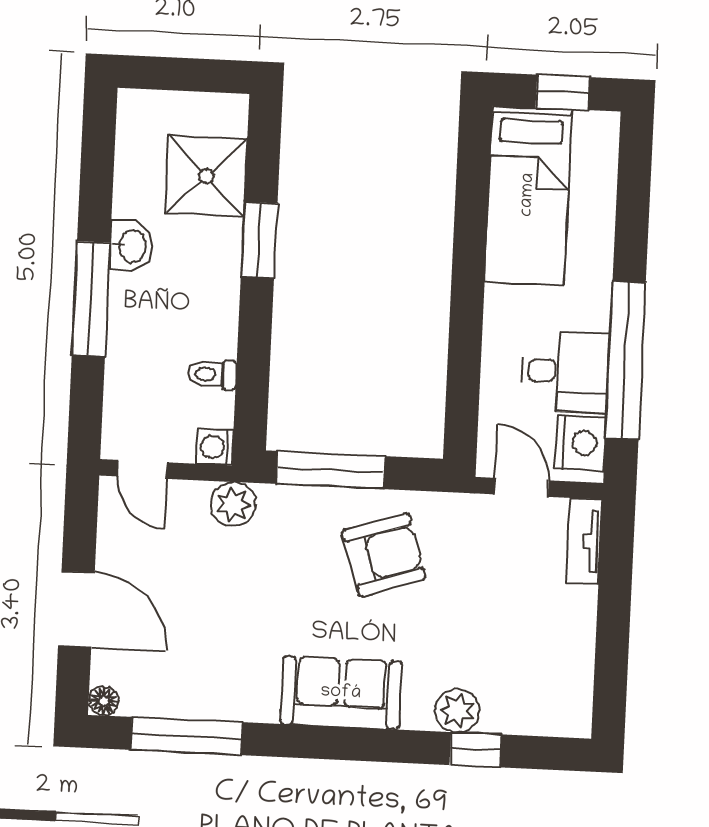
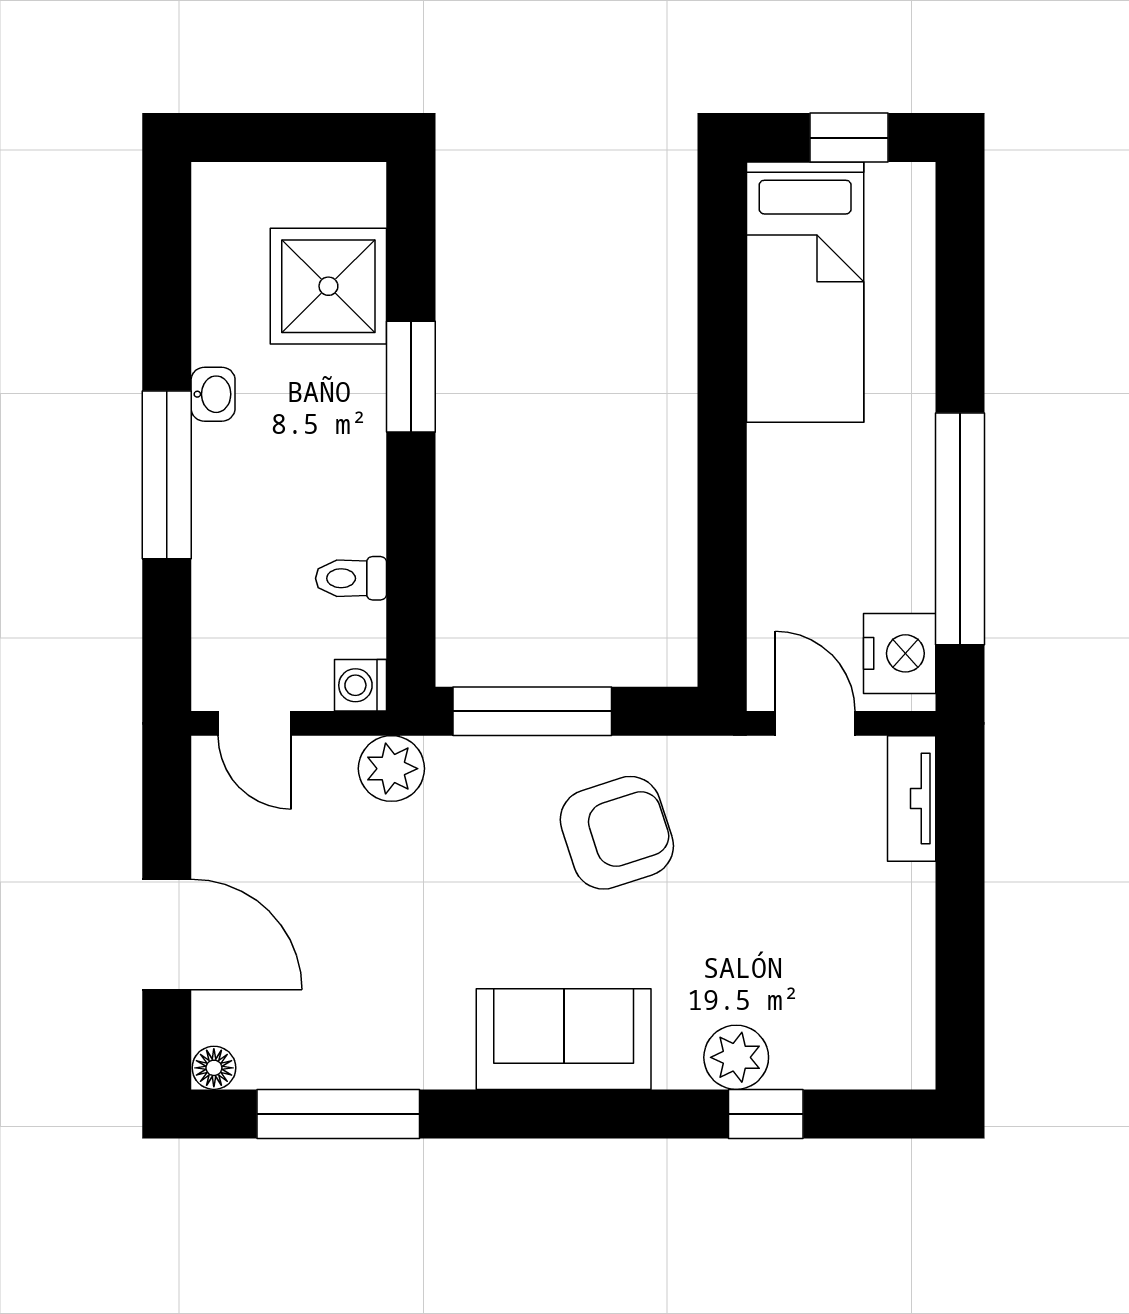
washbasin: (131, 246) -> (213, 394), width x0.72, depth x0.69
desk: (565, 371) -> (872, 549), removed

